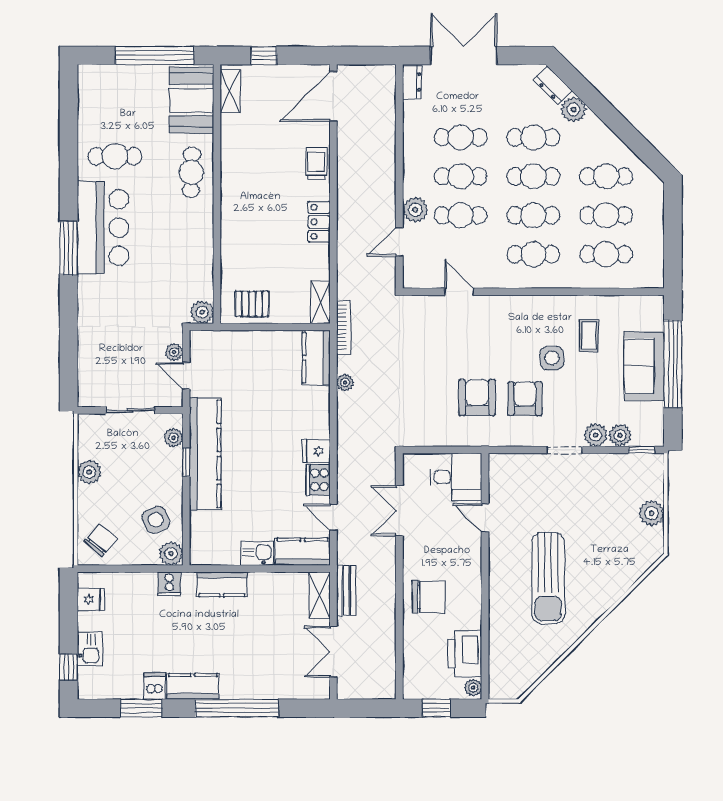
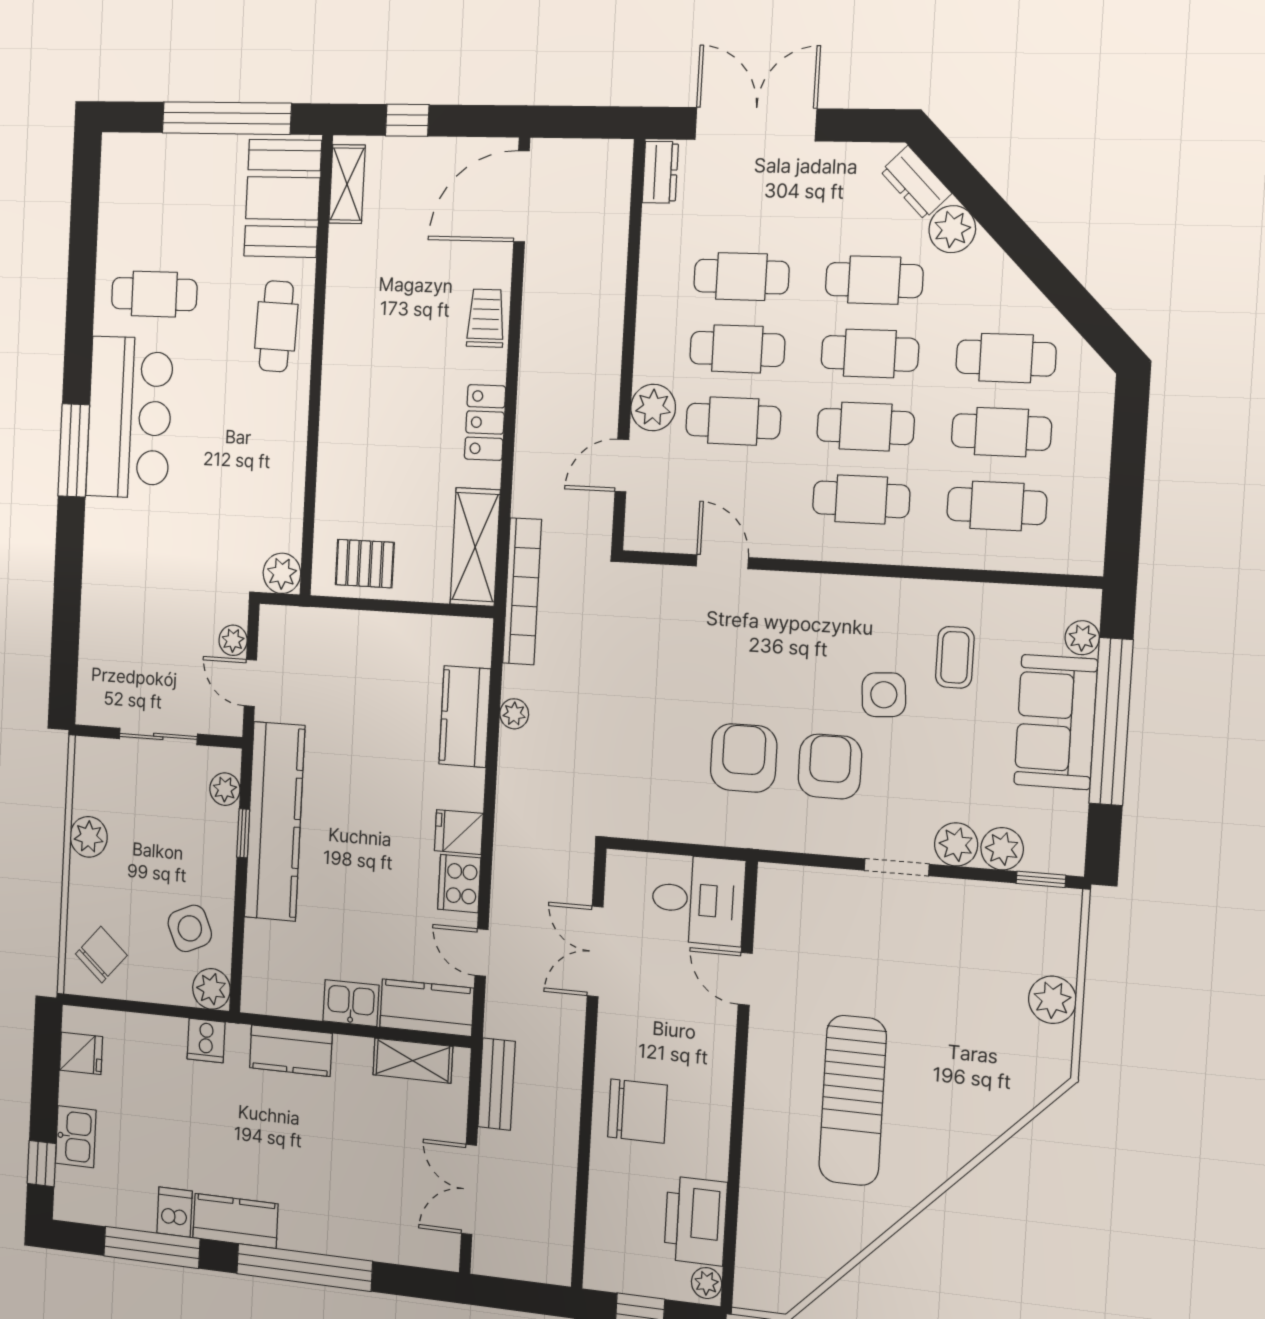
shelving: (320, 302) -> (475, 547), width x1.50, depth x1.33
plant: (655, 321) -> (1082, 638), added
bookcase: (344, 327) -> (522, 591), width x1.48, depth x1.31
kitchen counter: (316, 358) -> (465, 717), moved
shelving: (320, 595) -> (413, 1061), moved, turned 90
window: (141, 708) -> (152, 1247), width x1.44

